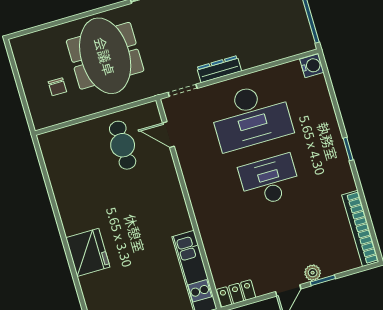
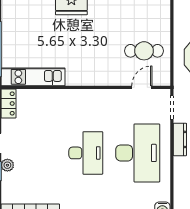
desk: (251, 116) -> (138, 153), turned 180

